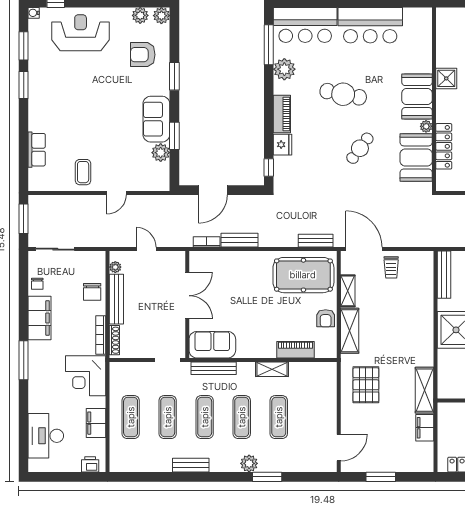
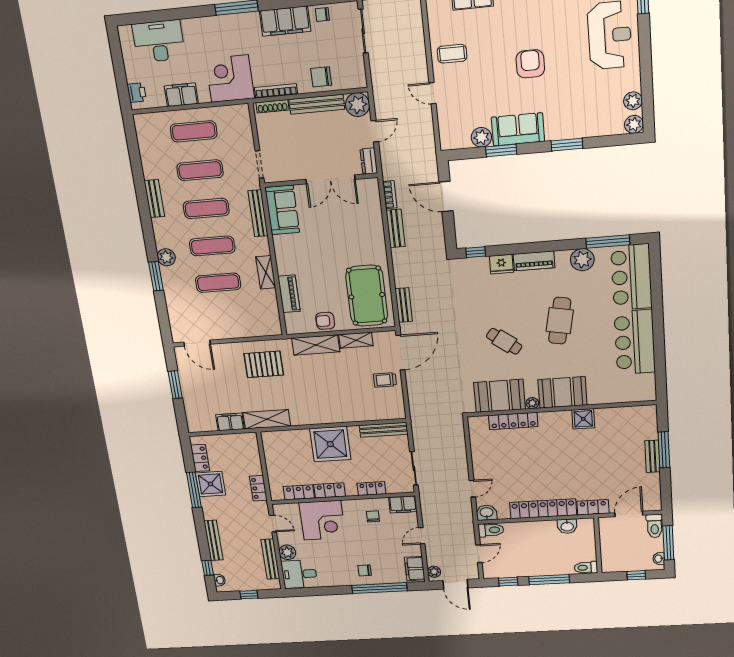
armchair: (143, 55) -> (530, 64), moved
dresser: (173, 258) -> (369, 161), added
plant: (115, 267) -> (358, 105), width x1.88, depth x1.88

